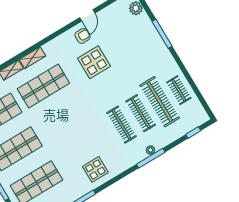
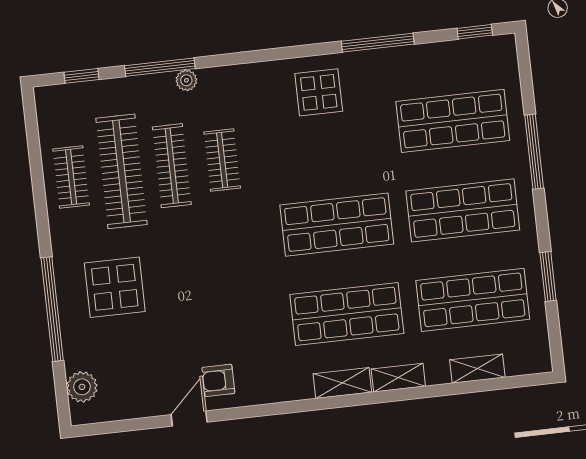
window: (162, 34) -> (52, 309), width x1.46
display table: (94, 62) -> (115, 287), moved
shop shelf: (64, 120) -> (337, 225), added
clothes rail: (122, 125) -> (222, 160), width x0.73
window: (151, 158) -> (160, 67), moved

